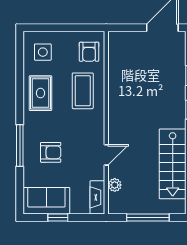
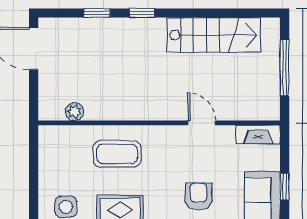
armchair: (89, 52) -> (65, 146), removed
plant: (115, 185) -> (75, 112), moved

